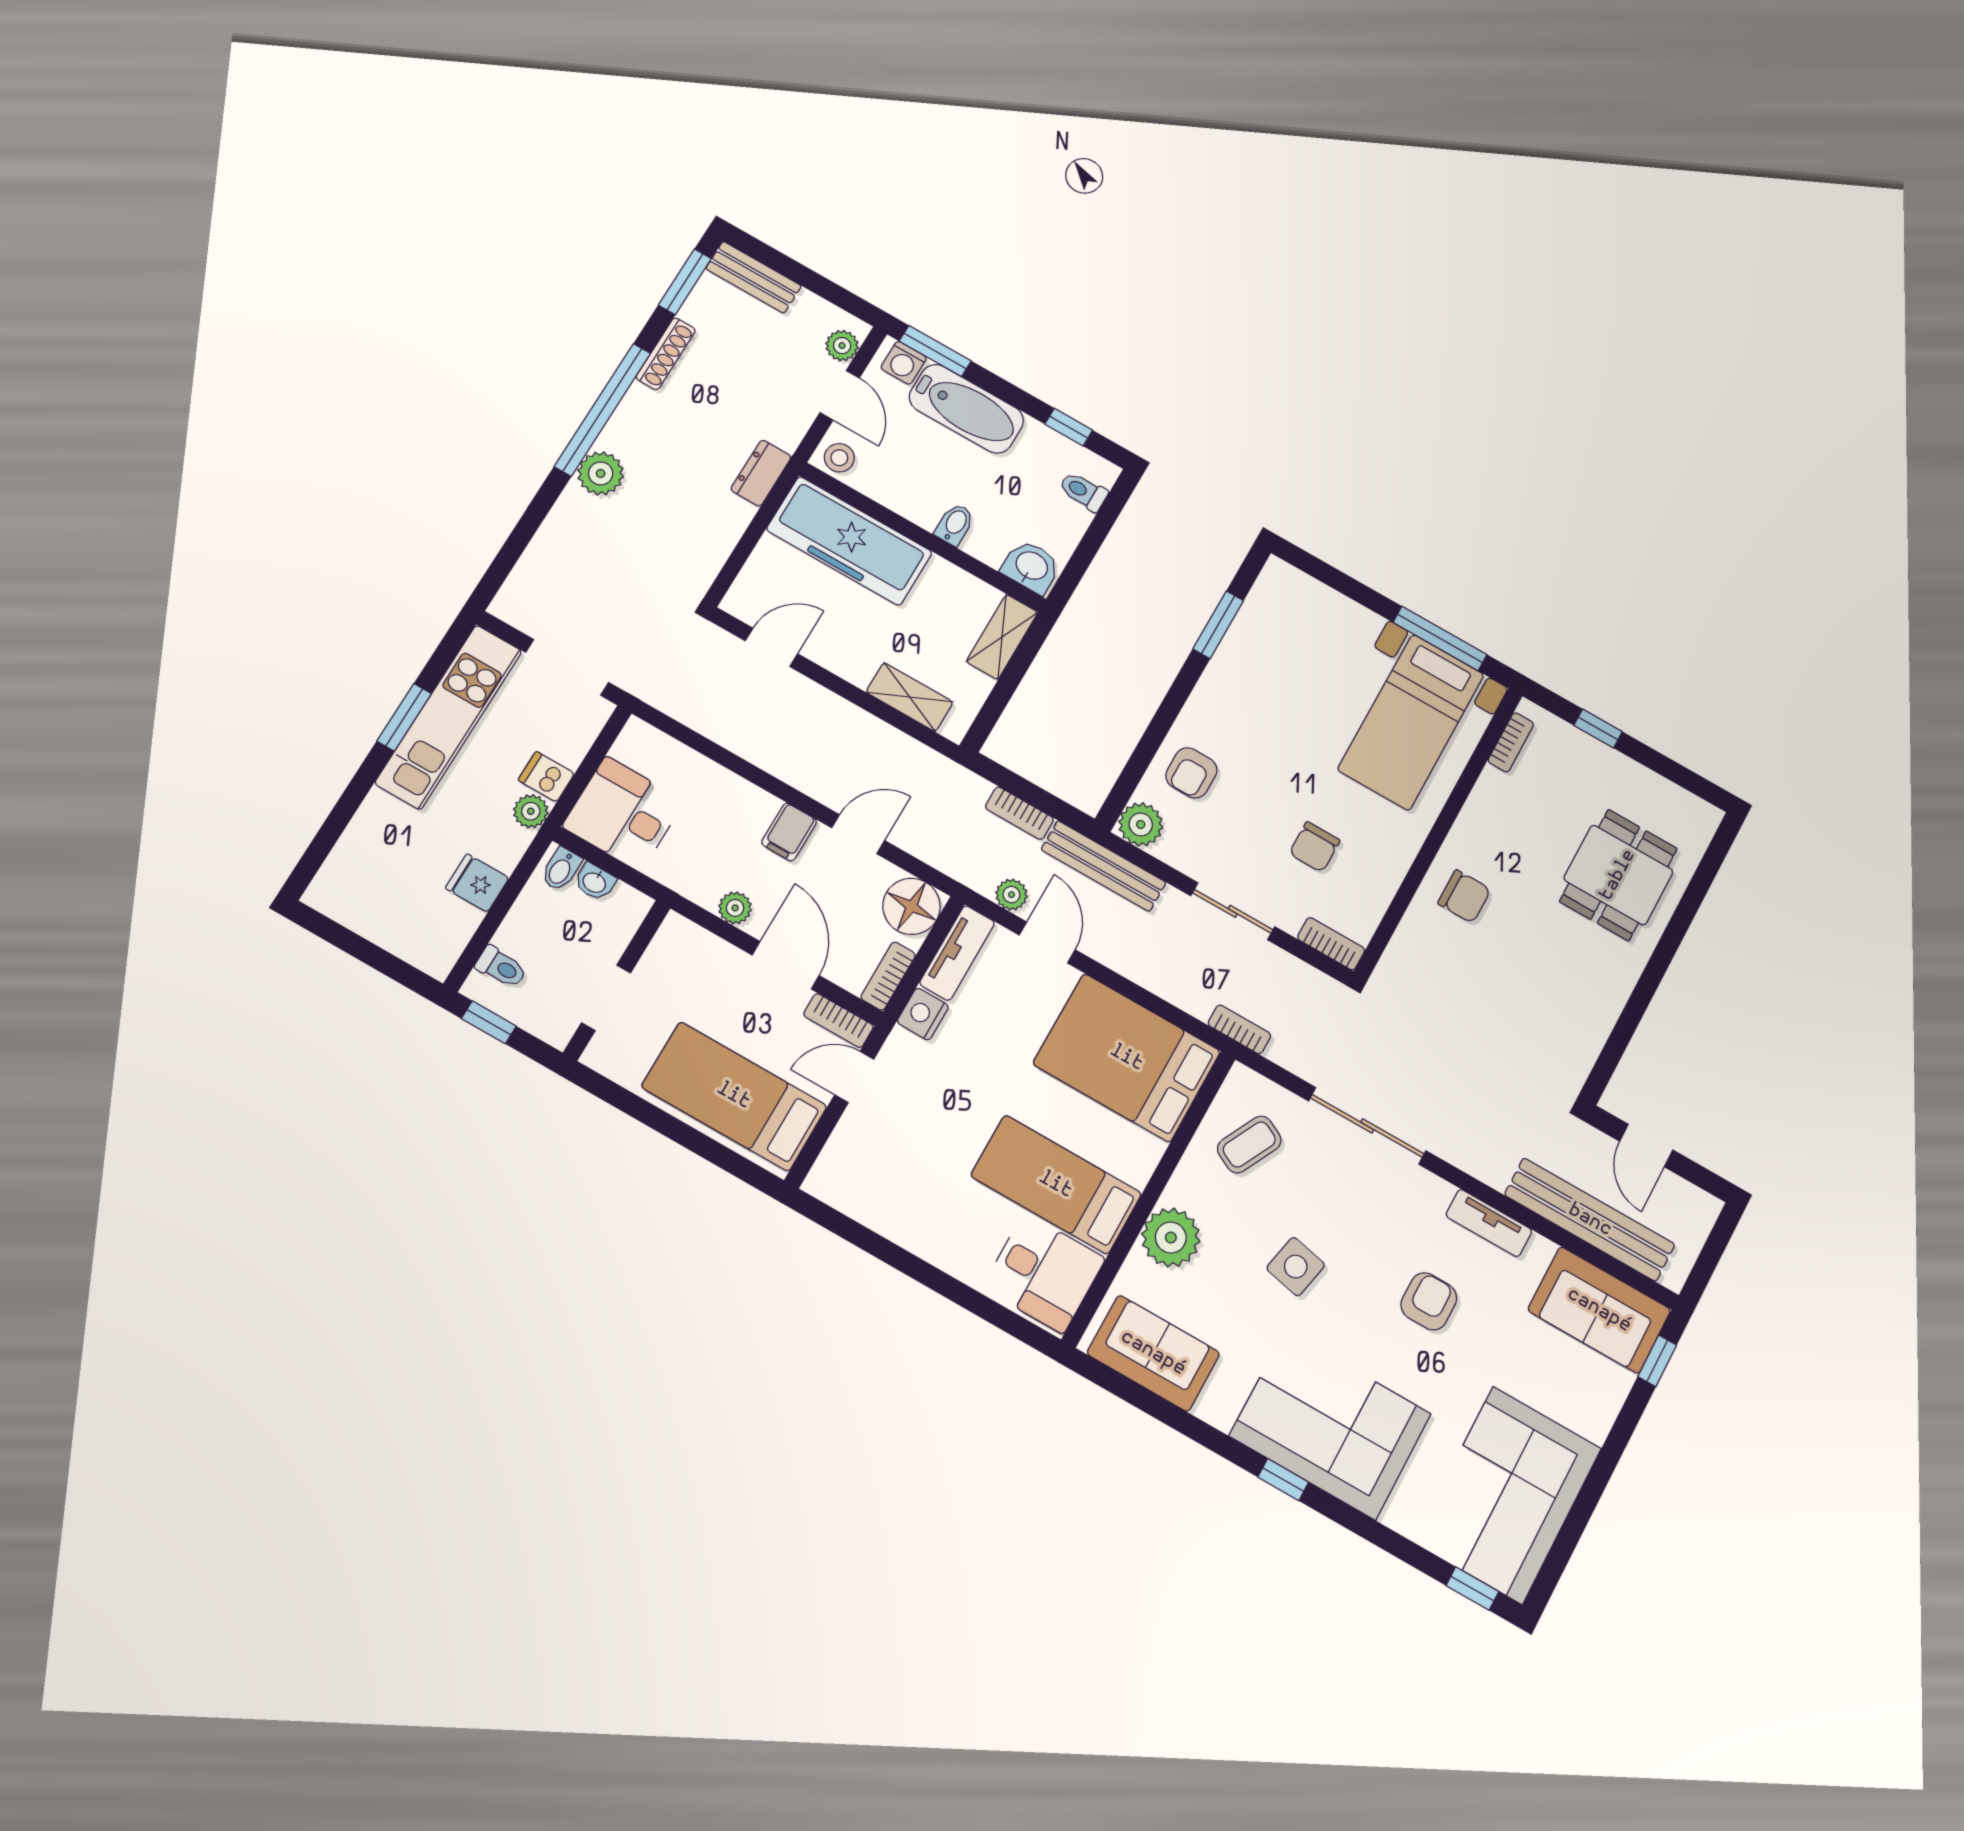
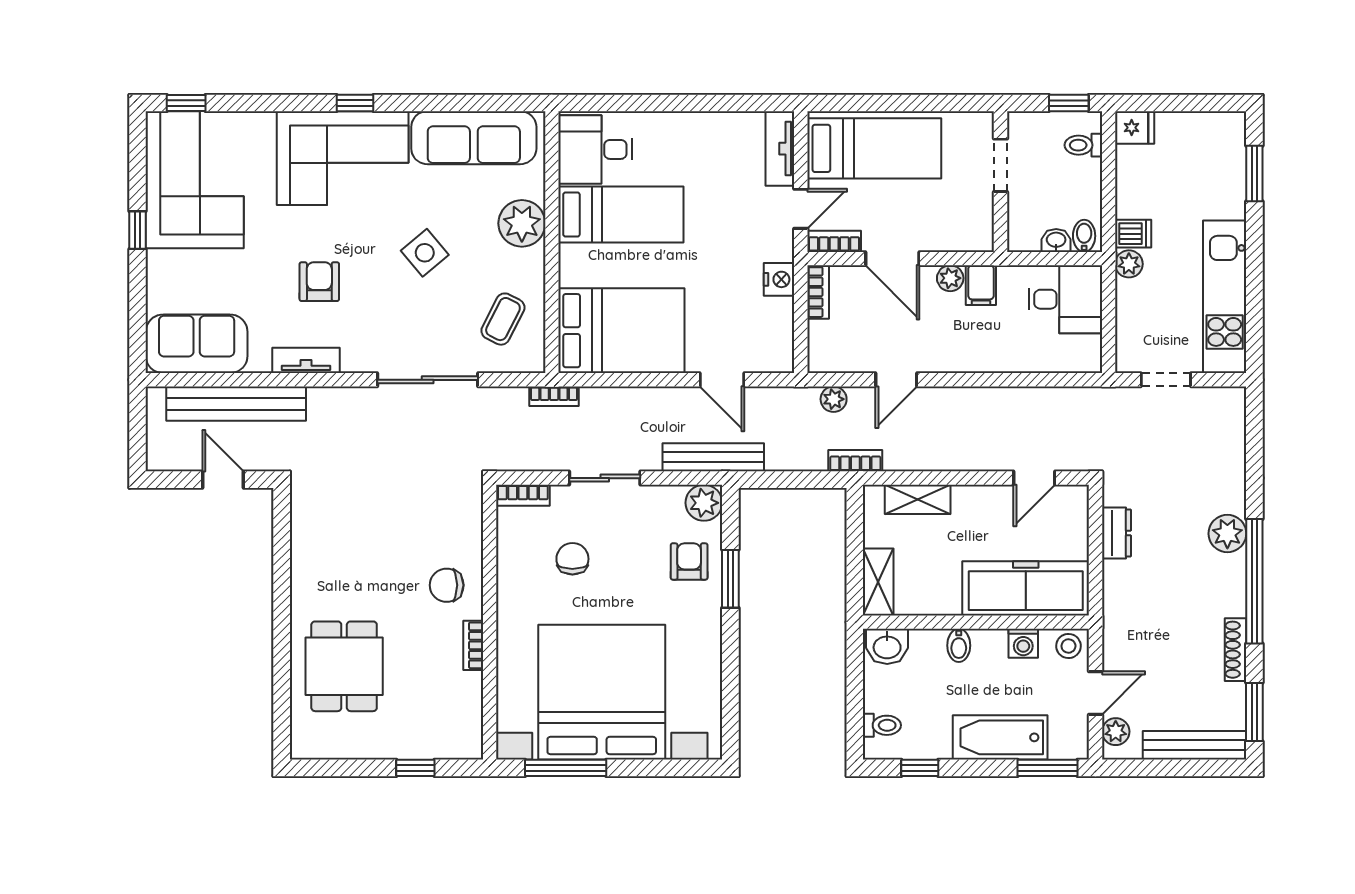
bench: (754, 277) -> (1195, 745), width x1.36
washing machine: (904, 363) -> (1023, 643), moved, turned 180
door: (840, 395) -> (1096, 693), swing flipped
dresser: (761, 473) -> (1117, 533), moved
window: (1218, 625) -> (730, 579), moved
doorway: (567, 667) -> (1166, 380), width x0.73
window: (404, 717) -> (1254, 174), moved
bed with nightstands: (1411, 722) -> (602, 692), width x1.85
bookcase: (1511, 742) -> (473, 645), moved
dishwasher: (546, 777) -> (1133, 234), moved
bookcase: (1019, 813) -> (855, 461), moved
filing cabinet: (789, 832) -> (981, 285), moved, turned 180
fridge: (477, 883) -> (1135, 128), moved
plant: (1011, 895) -> (834, 399), moved
floor lamp: (911, 906) -> (830, 350), removed
tv unit: (957, 953) -> (780, 149), moved
side table: (1296, 1267) -> (425, 253), turned 38
armchair: (1429, 1301) -> (319, 282), turned 180
sofa: (1153, 1353) -> (474, 138), width x1.36
window: (1657, 1361) -> (138, 230), moved

